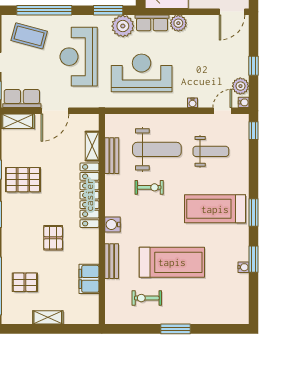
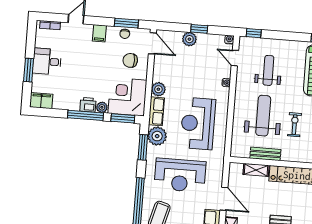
plant: (240, 86) -> (189, 39), moved

